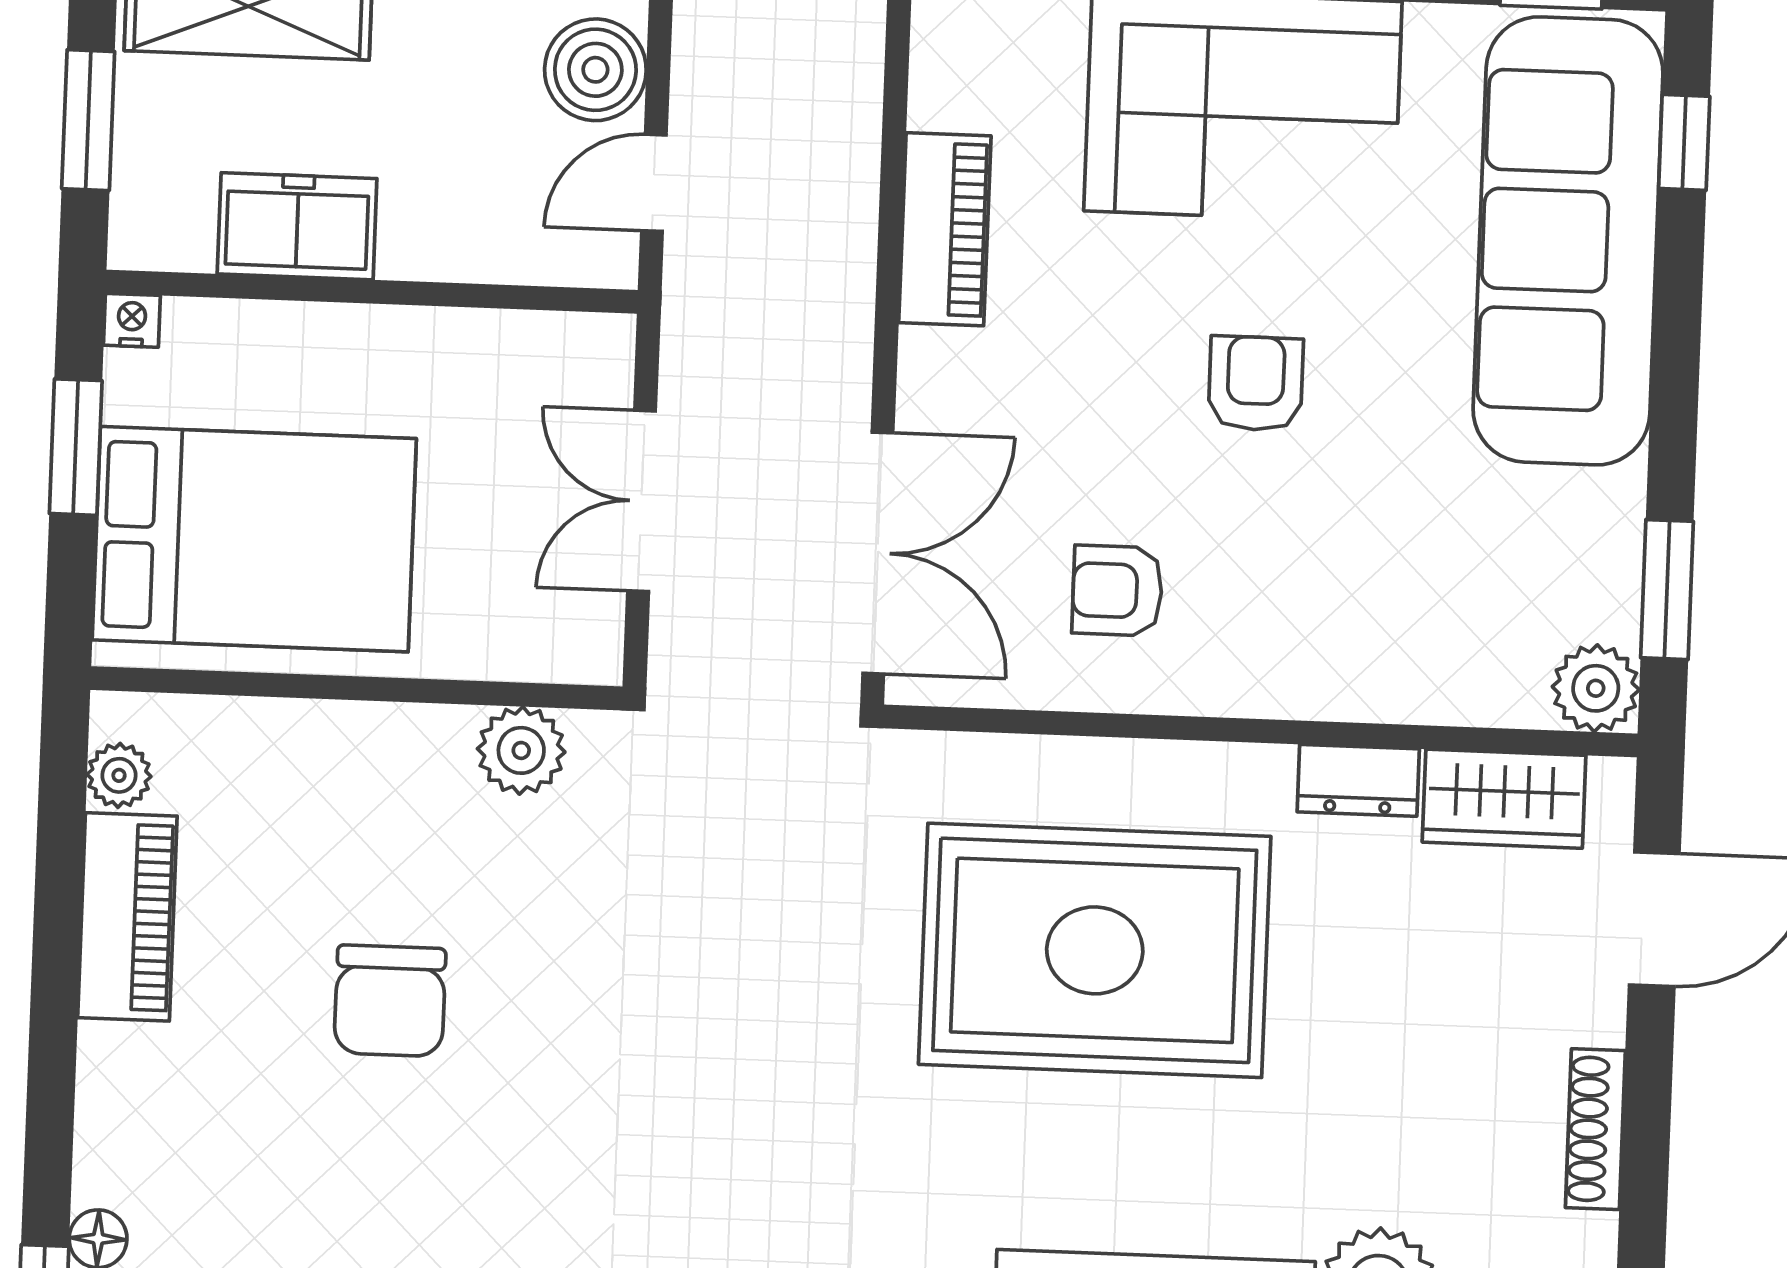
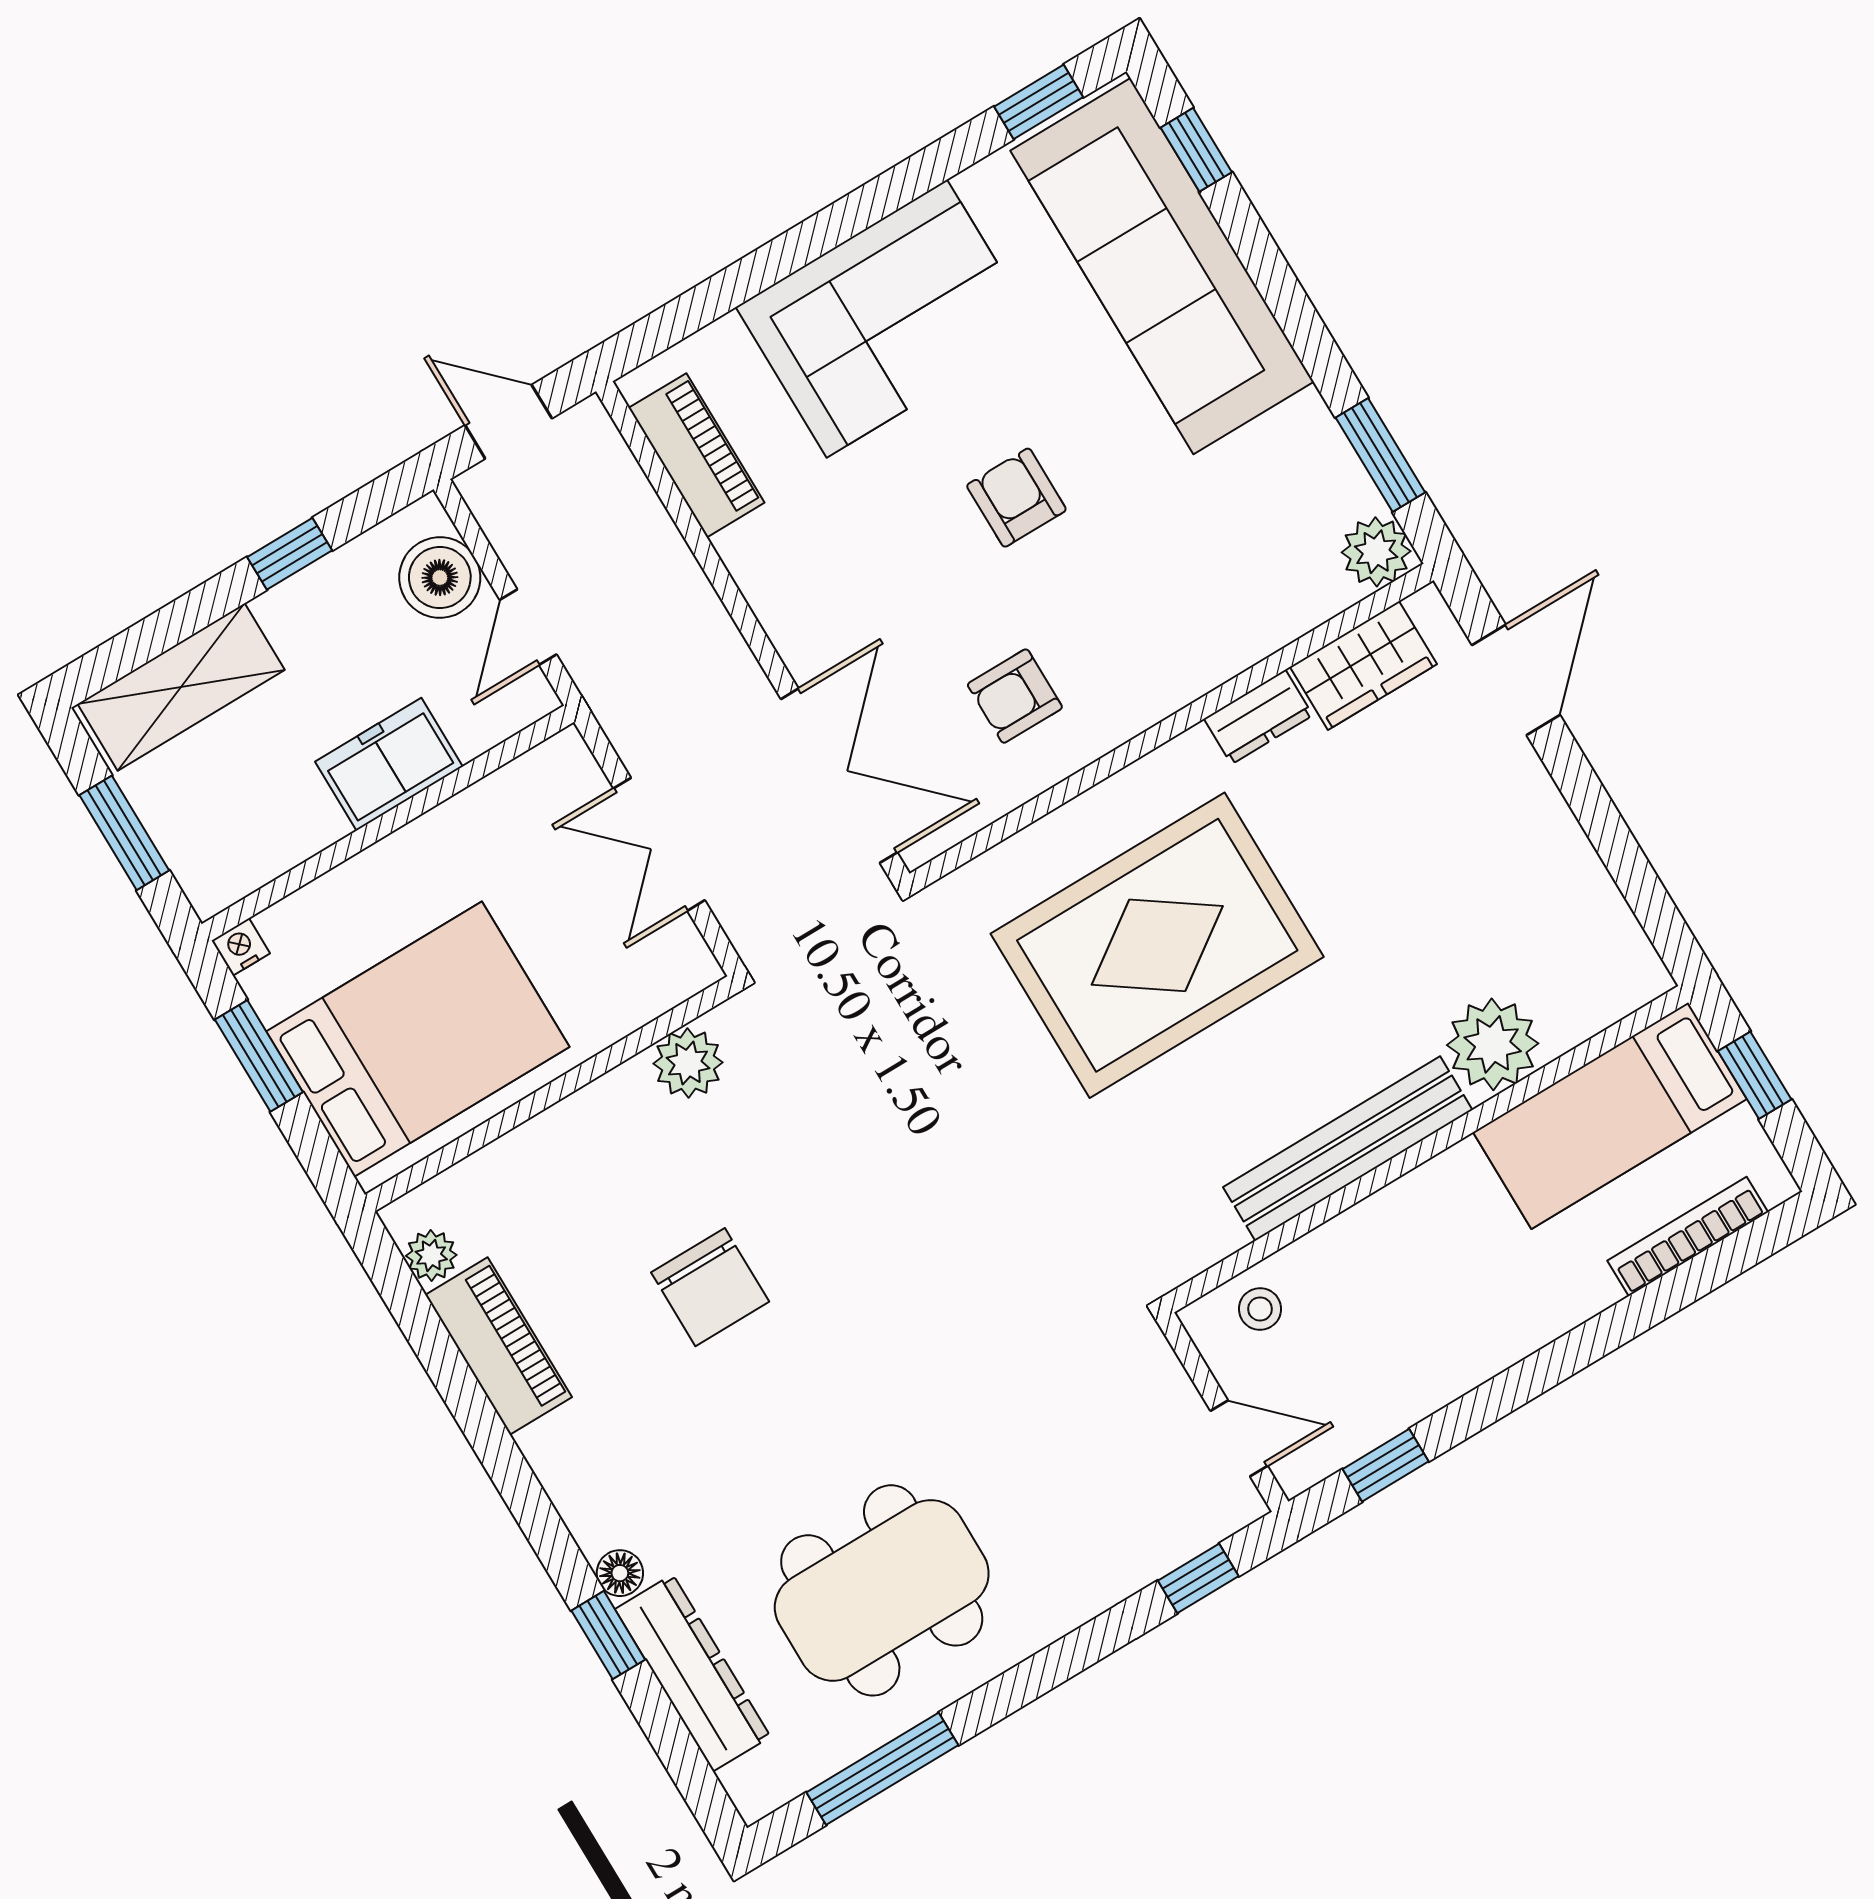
freezer: (297, 226) -> (389, 764), moved
piano: (945, 229) -> (697, 455), moved
shoe rack: (1595, 1129) -> (1569, 845), removed

